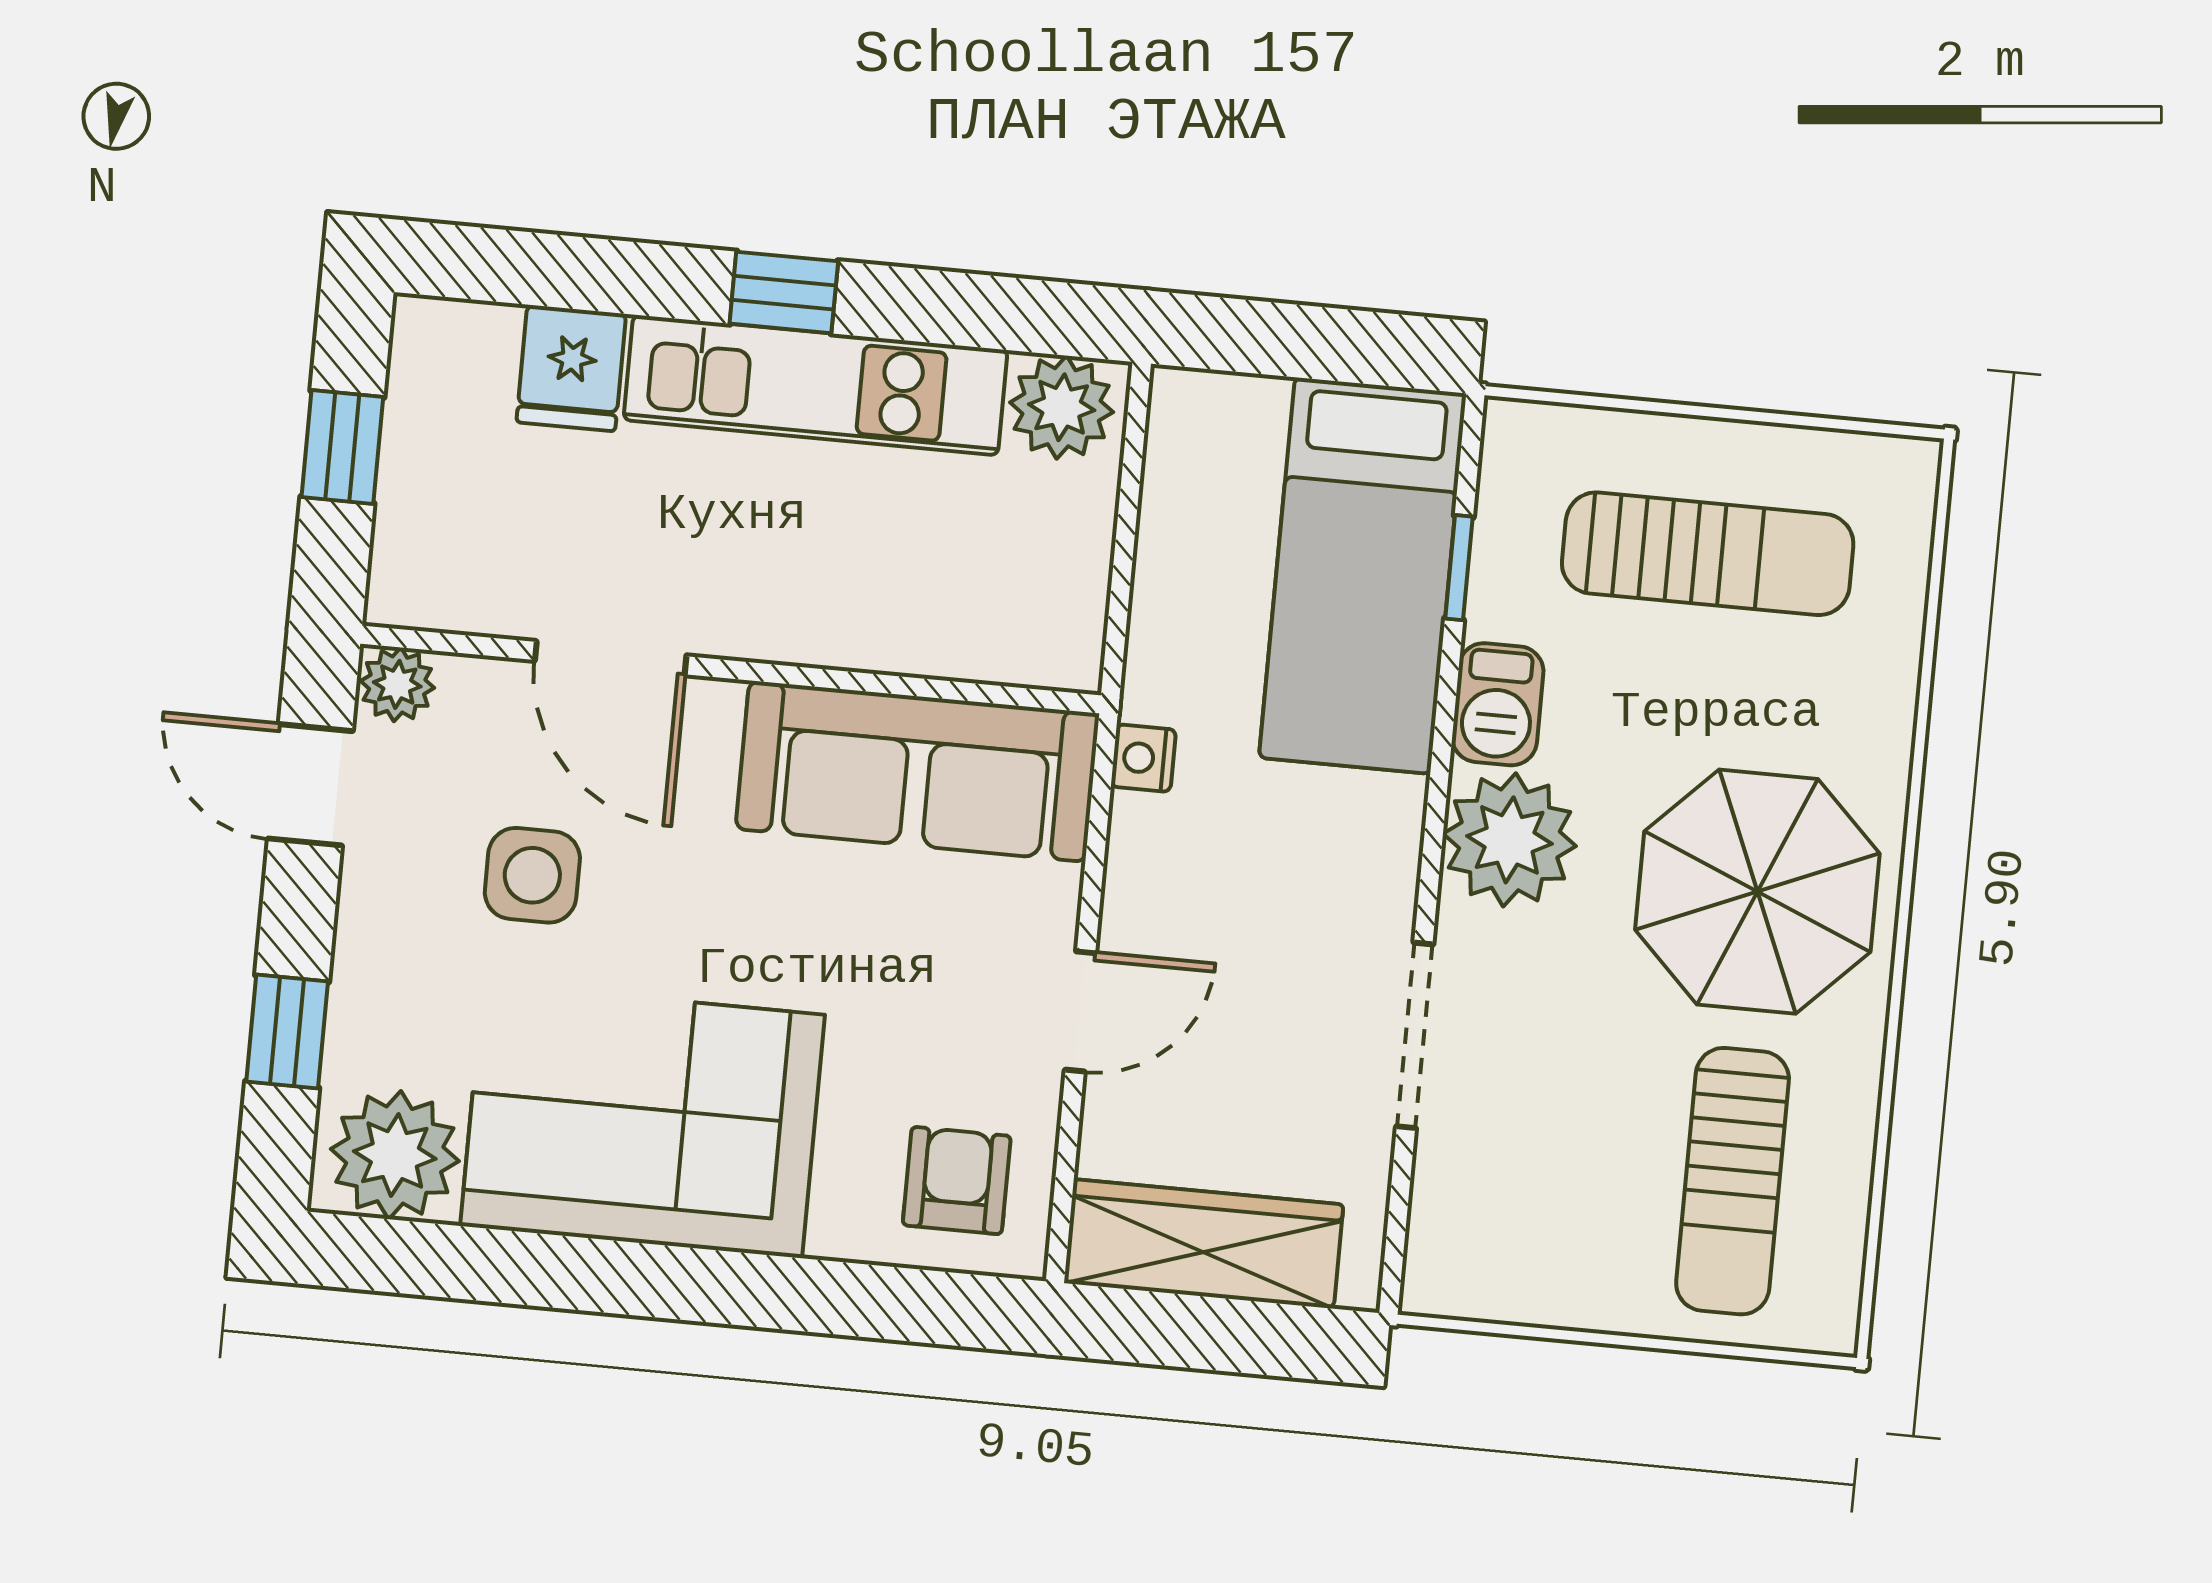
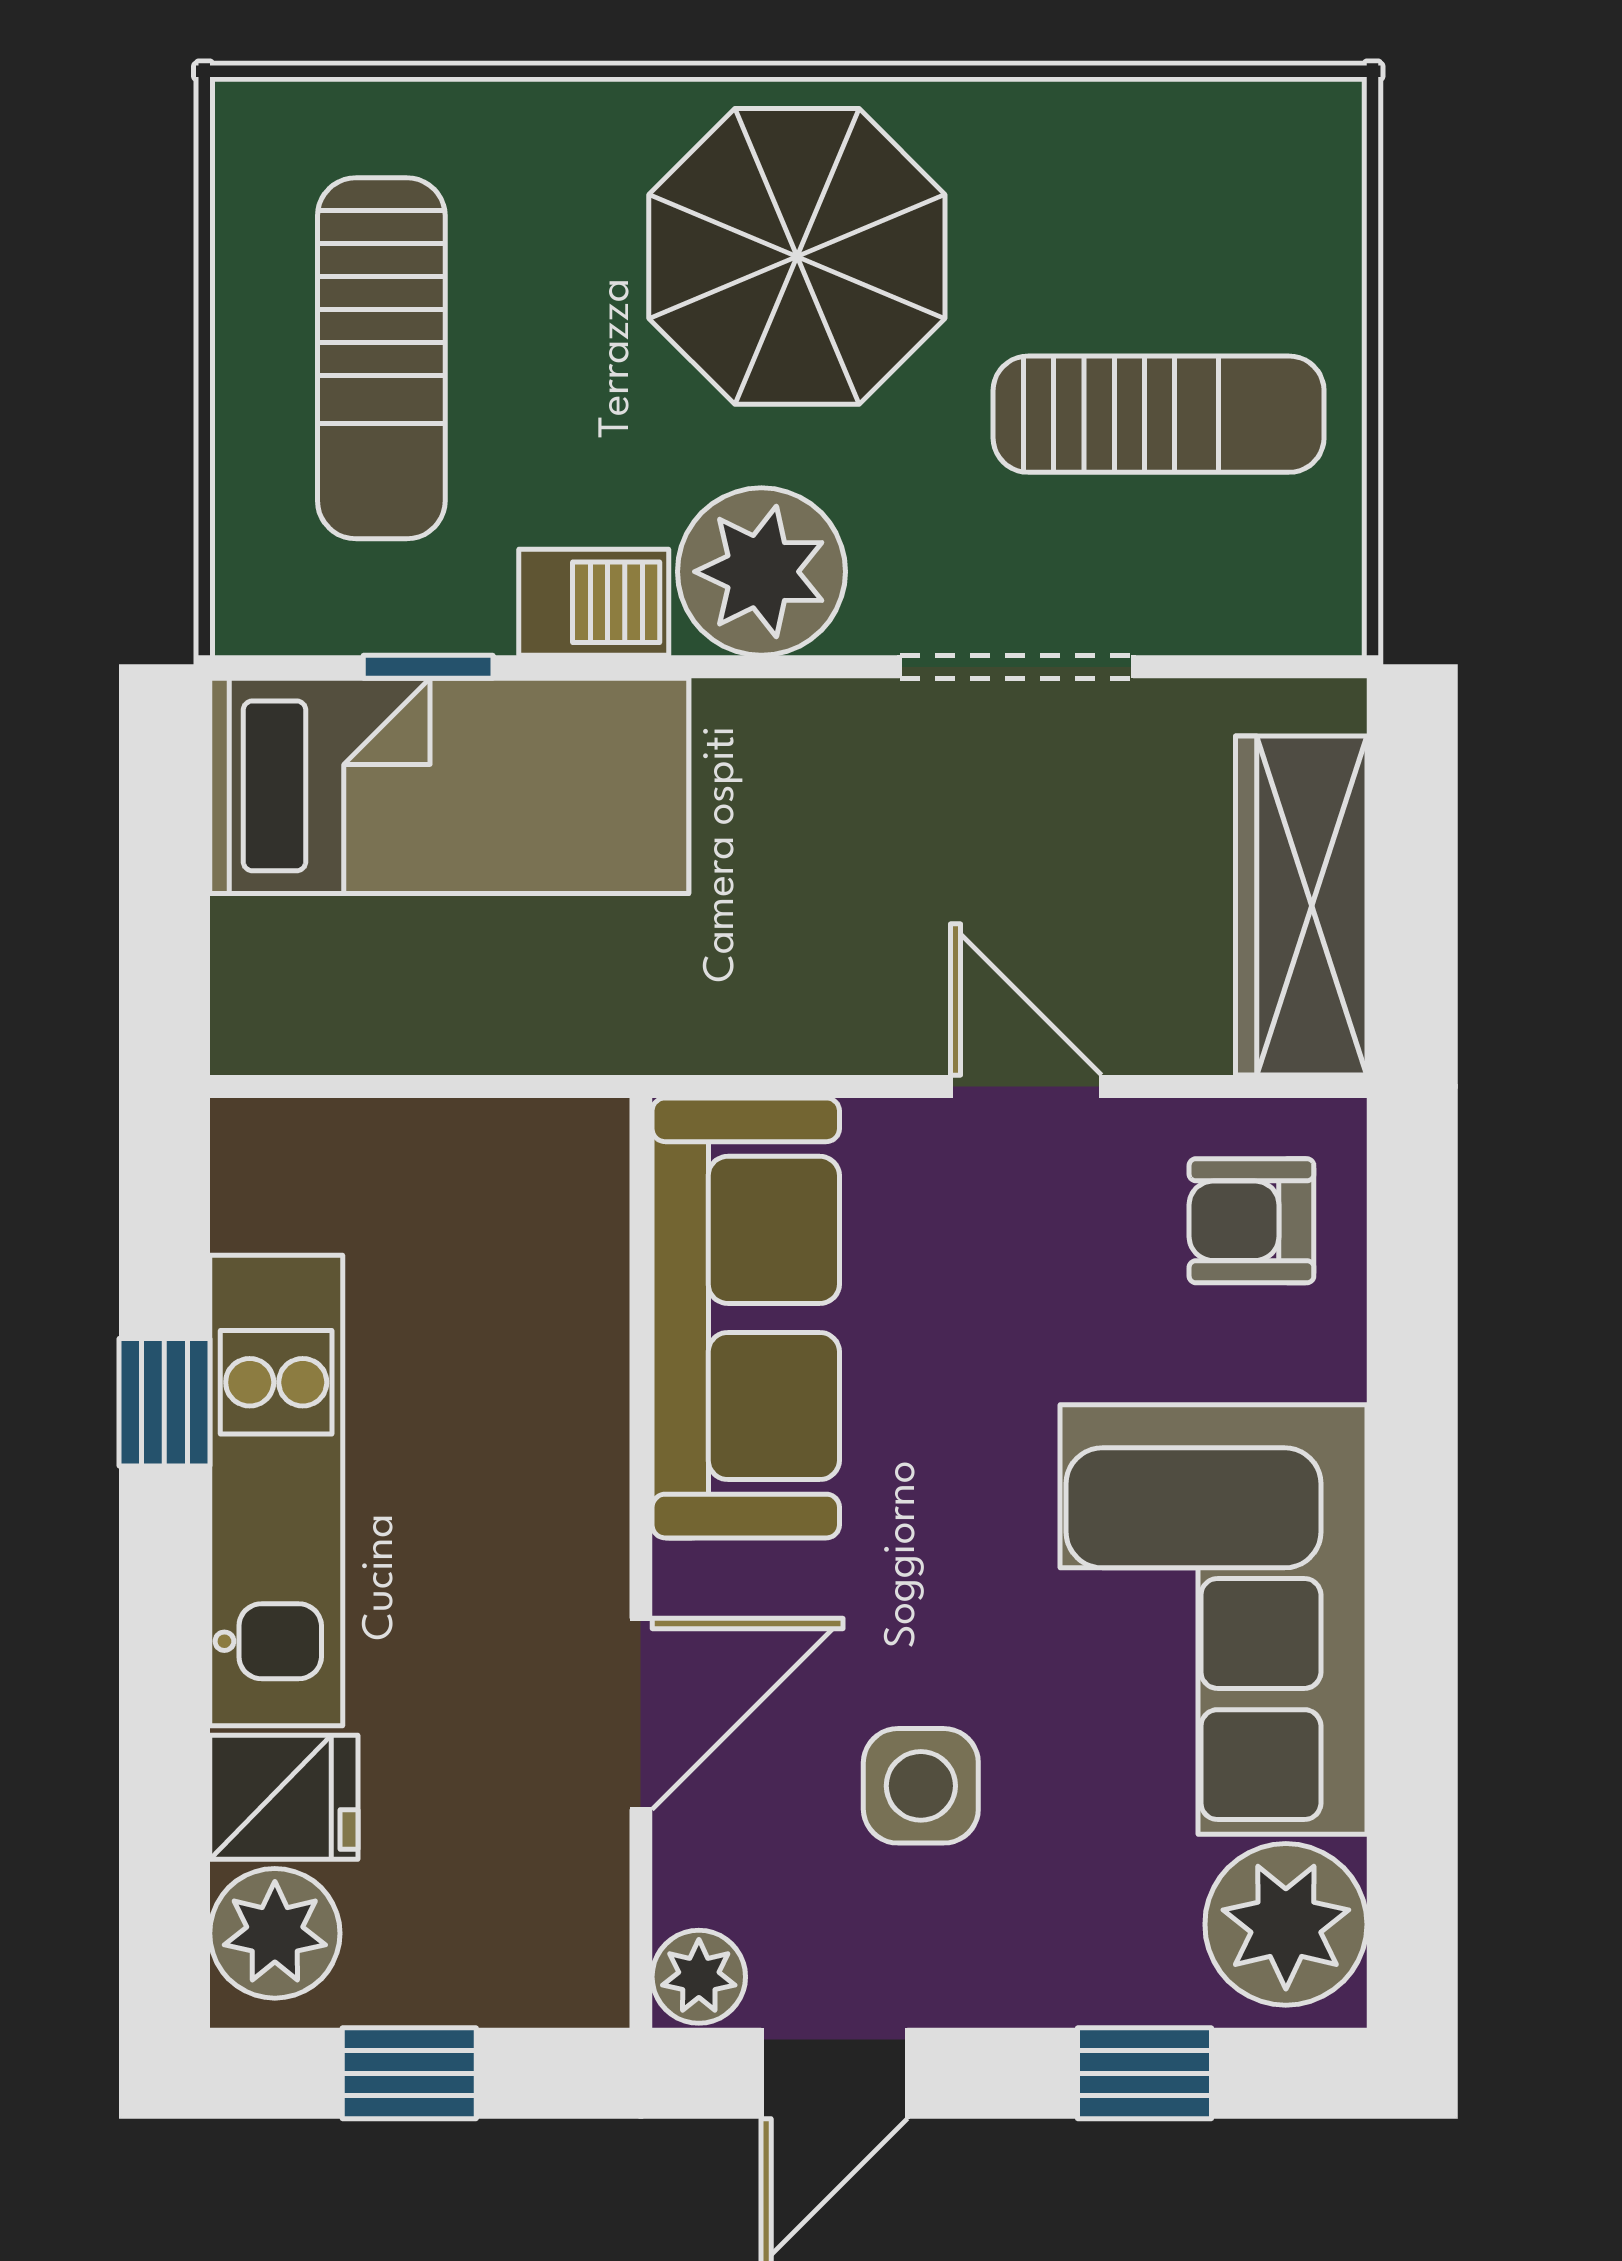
window: (784, 292) -> (164, 1402), moved
plant: (1062, 407) -> (275, 1933), moved
sun lounger: (1708, 554) -> (381, 358), turned 180
nightstand: (1143, 758) -> (703, 1038), removed
sun lounger: (1733, 1181) -> (1159, 414), moved

